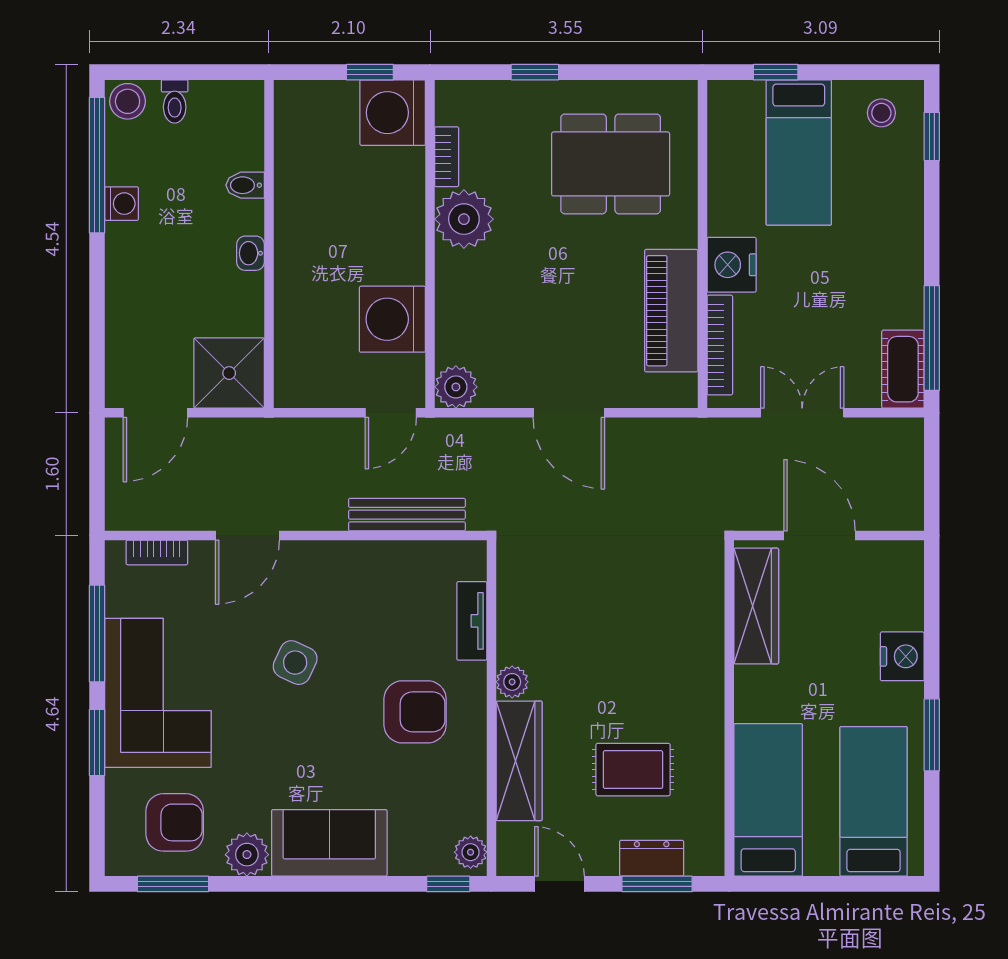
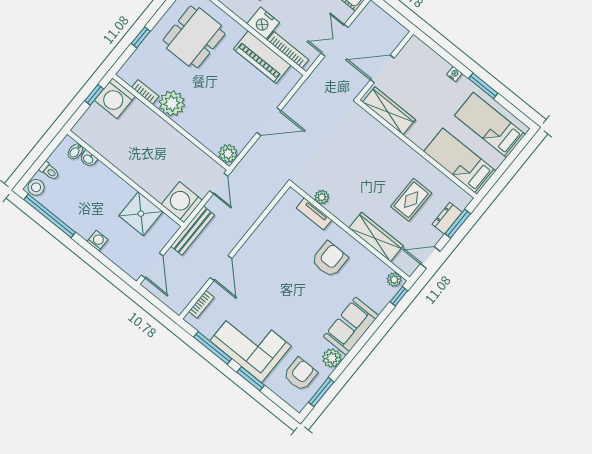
bidet: (245, 185) -> (75, 151), moved
washing machine: (122, 204) -> (98, 241), moved
washbasin: (250, 253) -> (88, 159), moved
washing machine: (392, 319) -> (182, 202), moved, turned 90
shower: (229, 373) -> (141, 214), moved
bench: (407, 515) -> (193, 231), moved
nightstand: (902, 656) -> (454, 74), width x0.53, depth x0.56
side table: (295, 663) -> (279, 287), removed
plant: (512, 682) -> (322, 197), moved

